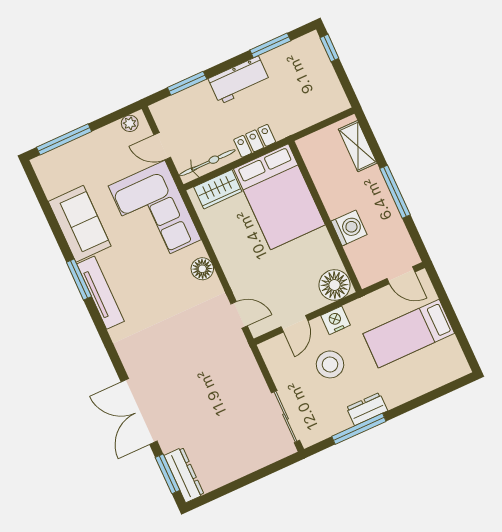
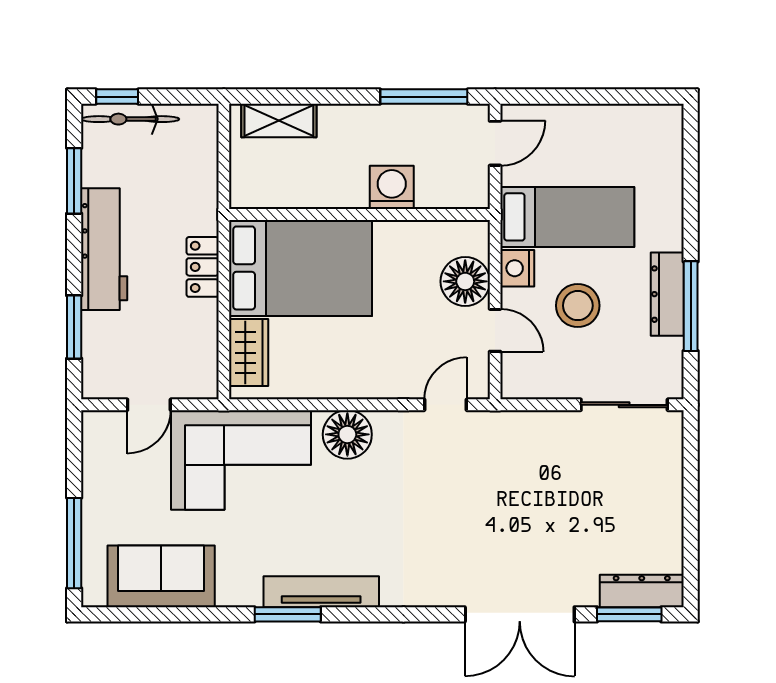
workbench: (239, 80) -> (104, 249), width x1.38
plant: (130, 123) -> (94, 437), removed
bicycle: (207, 163) -> (130, 119), moved, turned -90
window: (395, 192) -> (424, 97), moved
sofa: (80, 224) -> (161, 576), moved
floor lamp: (202, 269) -> (347, 434), width x1.38, depth x1.38
floor lamp: (335, 285) -> (465, 281), moved
bed: (409, 334) -> (567, 217), moved, turned -90
dresser: (367, 409) -> (667, 294), width x1.44

